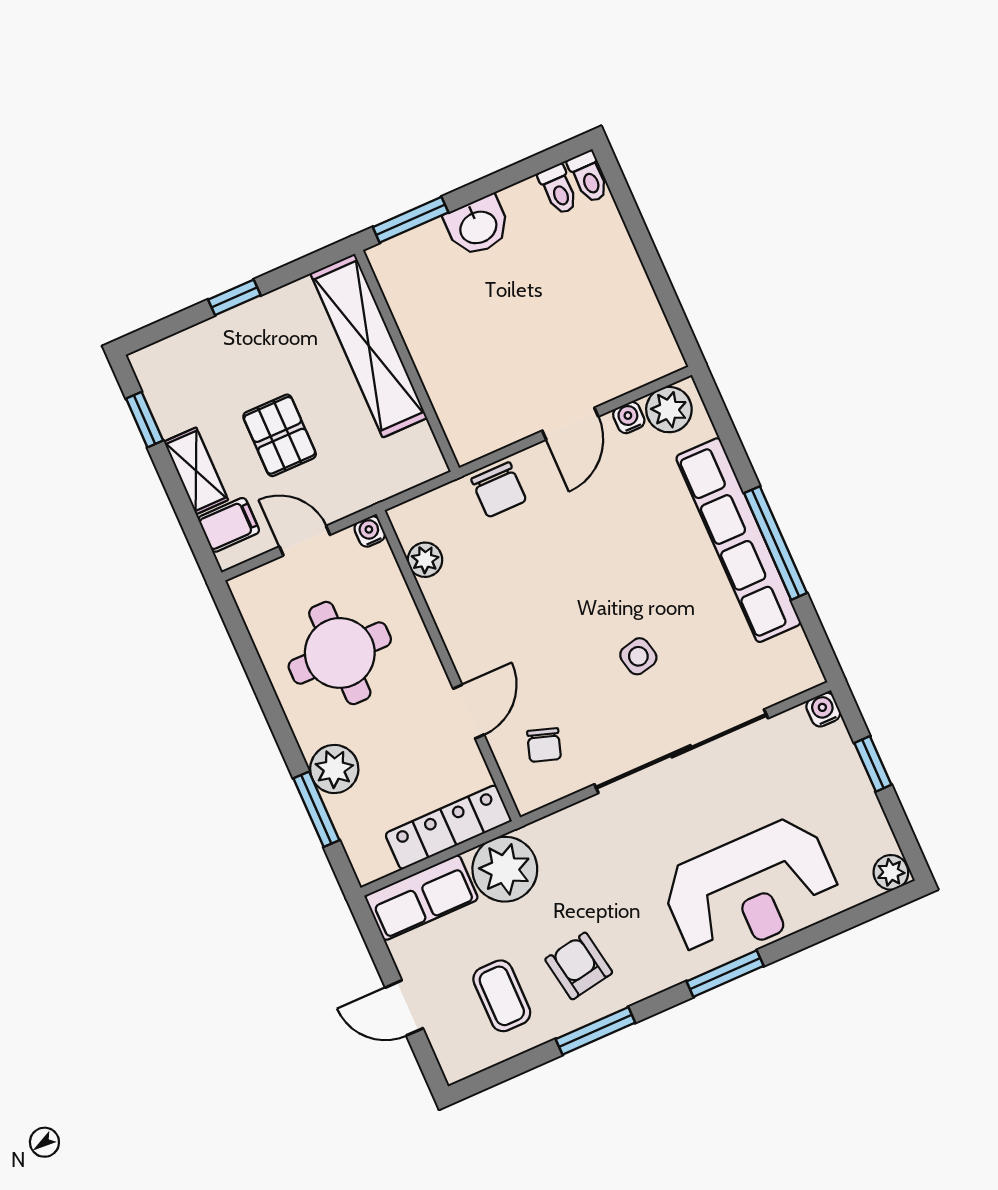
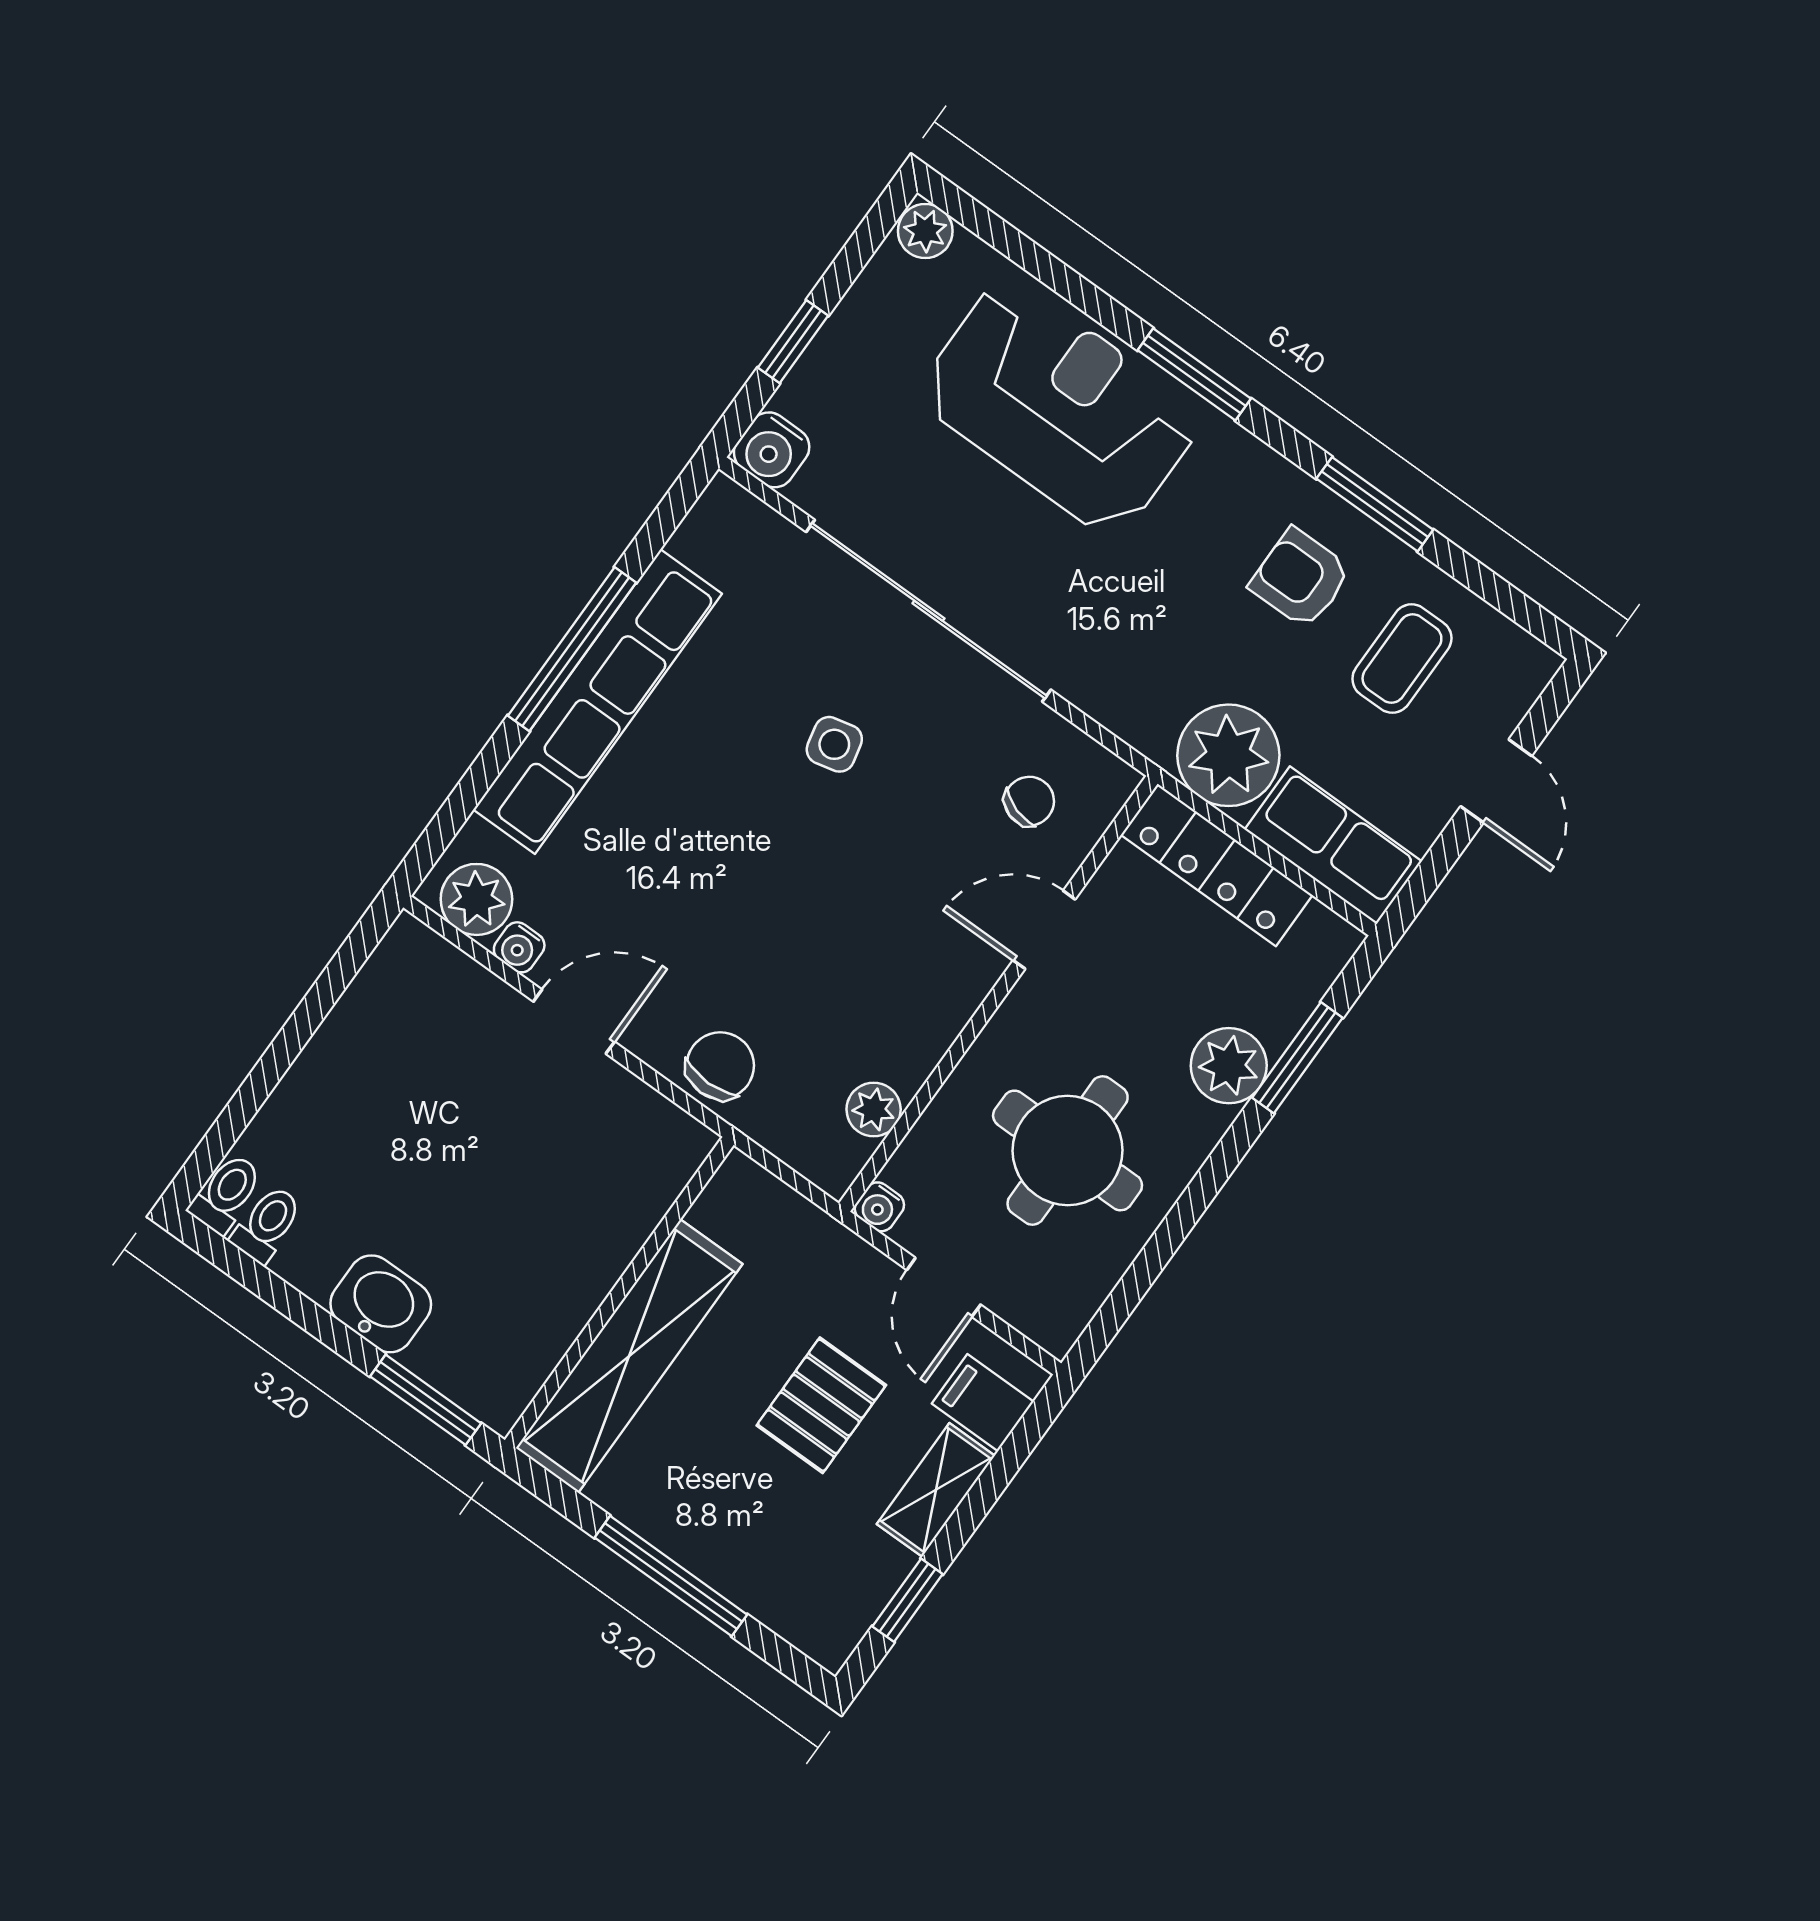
window: (234, 297) -> (671, 1576), width x2.17
water cooler: (823, 710) -> (772, 450), width x1.38, depth x1.38
armchair: (579, 966) -> (1300, 578), turned 100

